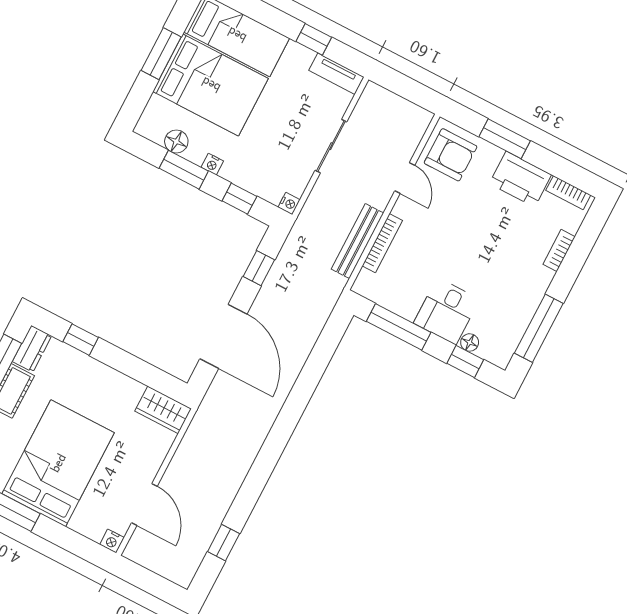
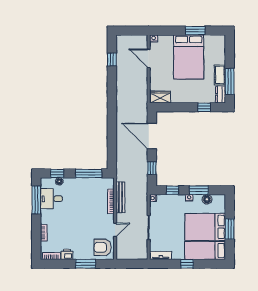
window: (314, 39) -> (187, 264), moved
door: (405, 178) -> (115, 230), swing flipped
printer: (520, 179) -> (67, 254), width x0.53, depth x0.68
desk: (447, 311) -> (51, 199), moved, turned -90

